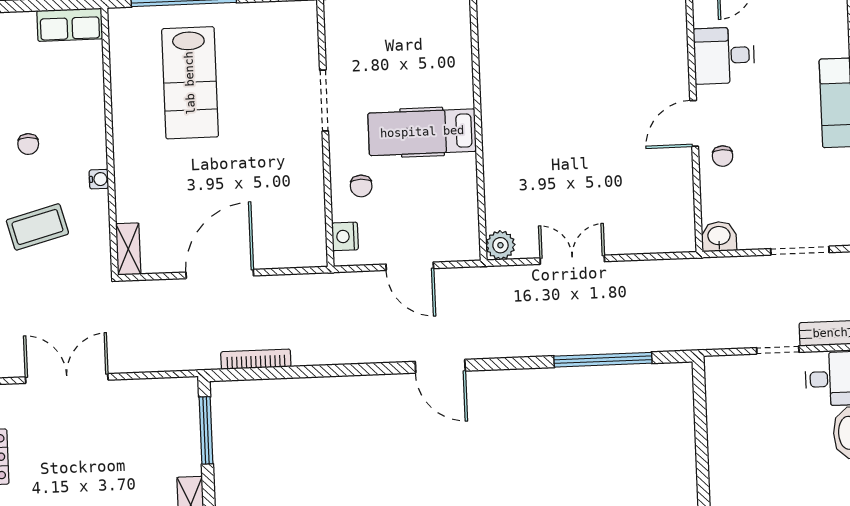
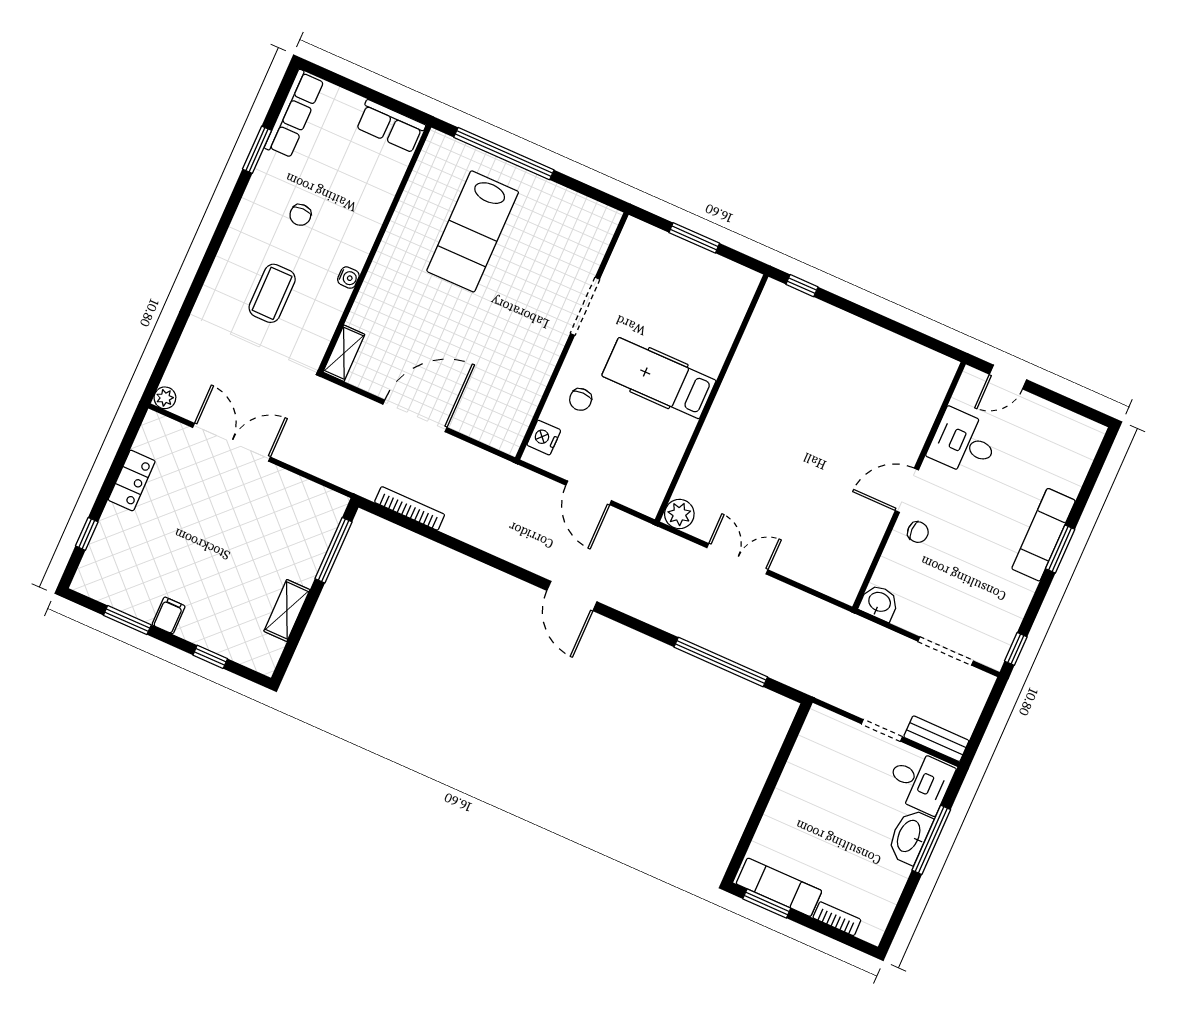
chair: (723, 156) -> (918, 532), turned -90
coffee table: (37, 227) -> (272, 293), turned -75

